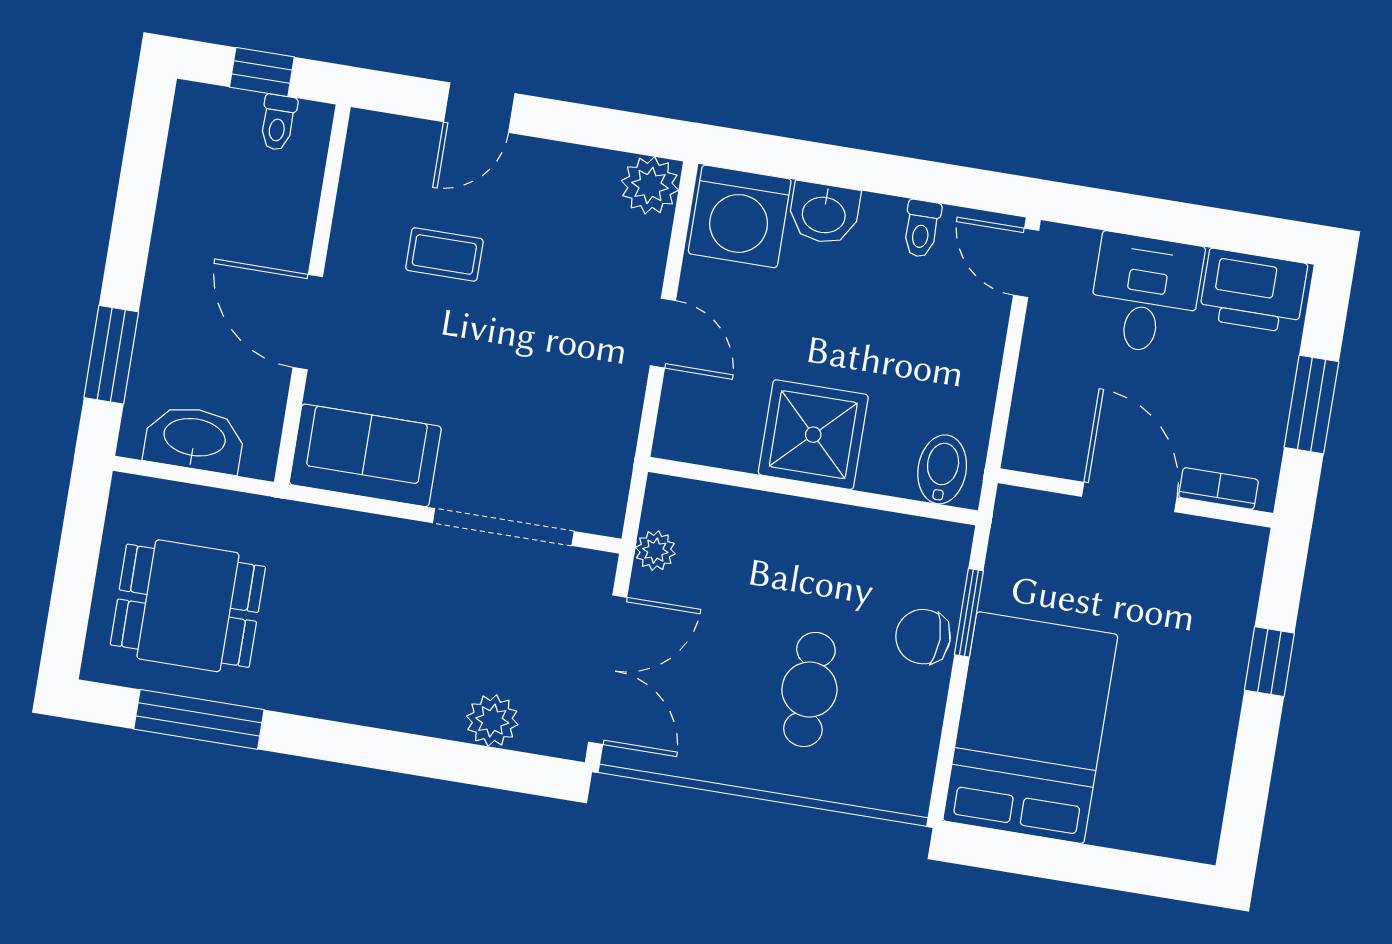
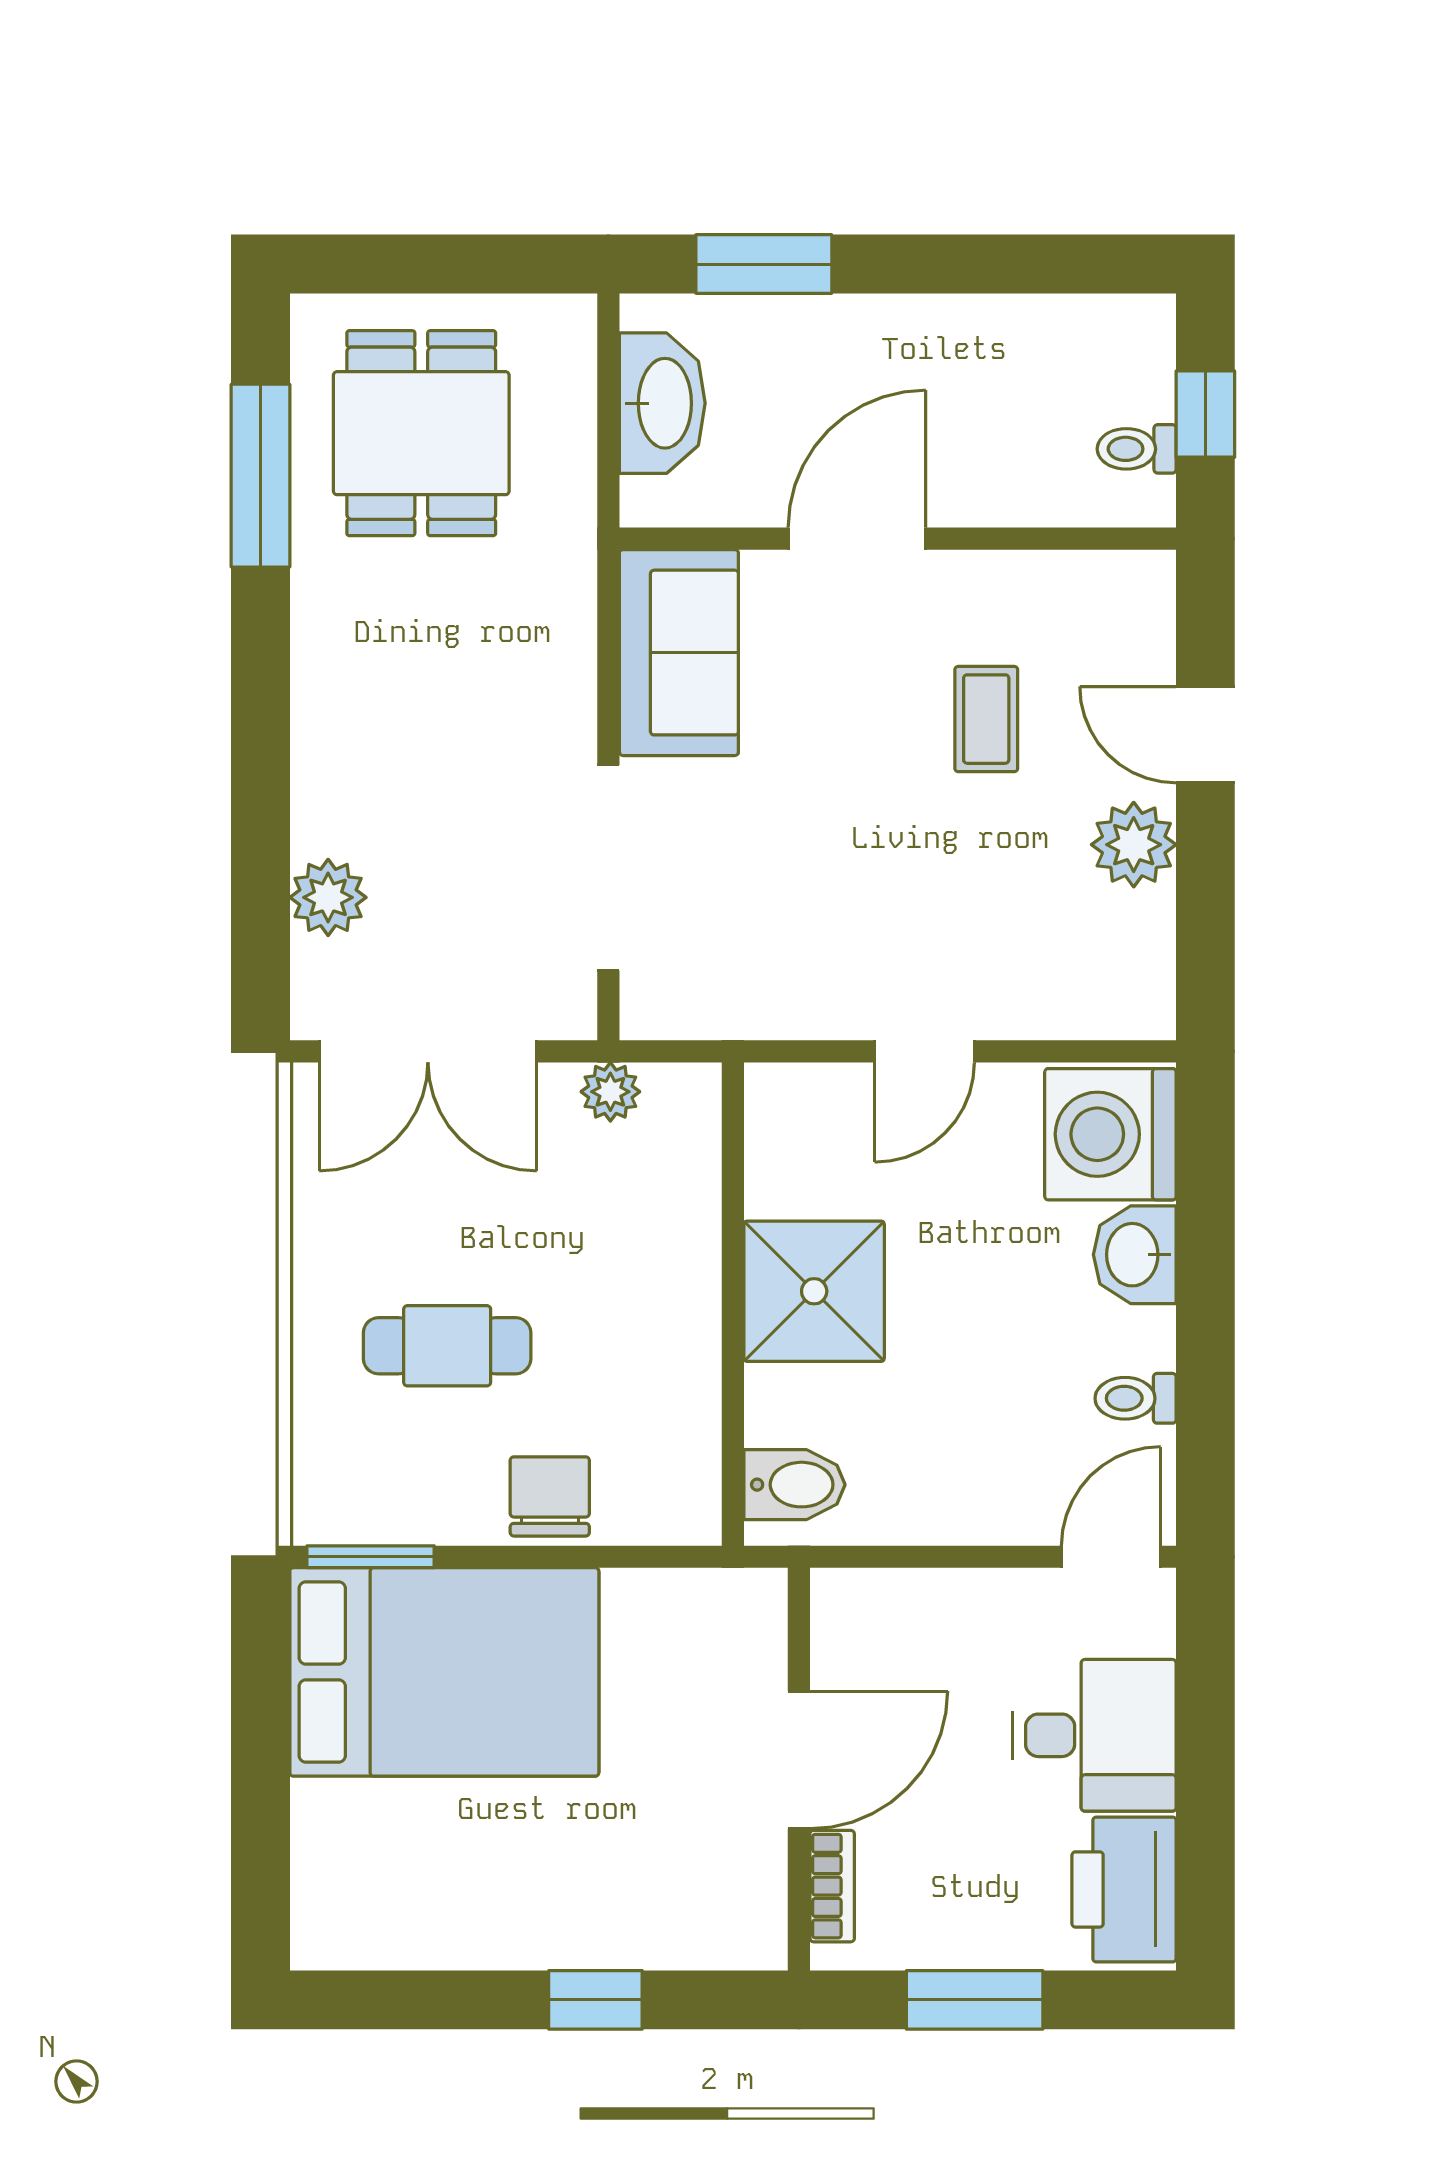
plant: (650, 185) -> (1134, 845), moved
window: (969, 613) -> (371, 1557), moved

